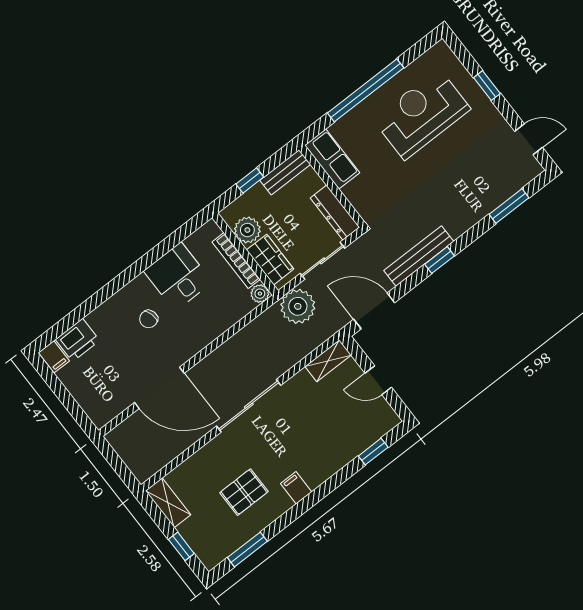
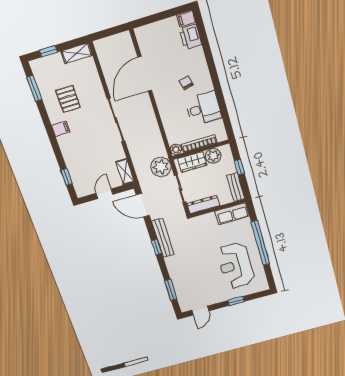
reception desk: (422, 114) -> (236, 266), turned 180
door: (374, 311) -> (143, 205), swing flipped

